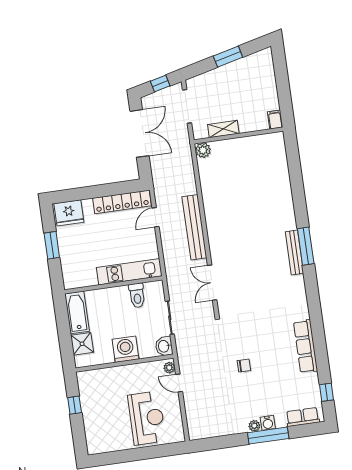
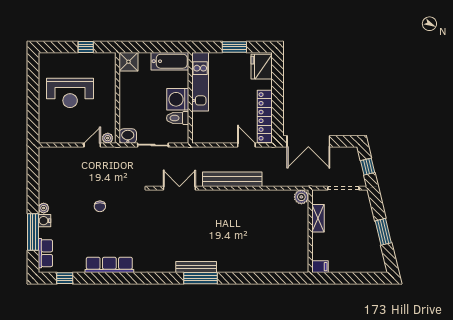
double door: (139, 133) -> (308, 141), moved
kitchen unit: (129, 272) -> (200, 82), moved
shower: (82, 344) -> (128, 62), moved
washing machine: (125, 349) -> (178, 99), moved, turned 180
reception desk: (147, 418) -> (70, 93), moved
window: (268, 436) -> (33, 232), moved

